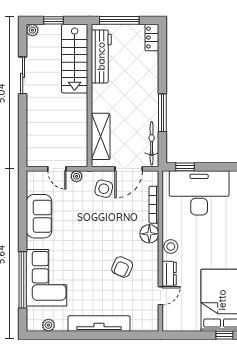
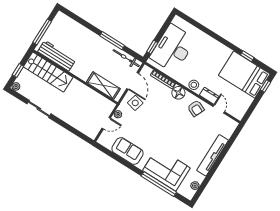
locker: (152, 38) -> (64, 19), removed
armchair: (122, 267) -> (196, 108), moved

